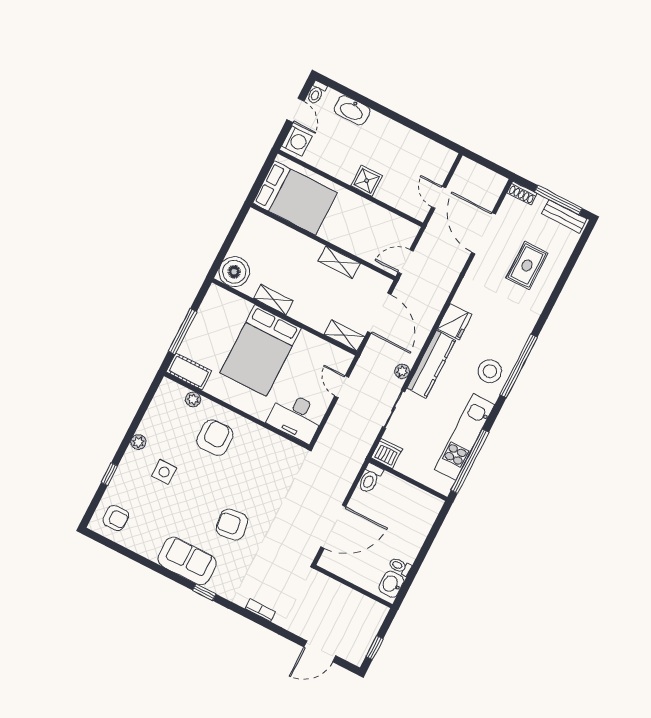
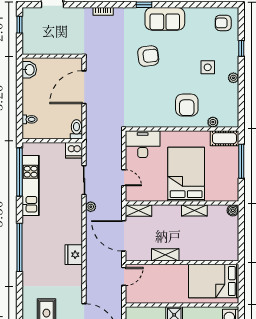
boiler: (234, 272) -> (233, 210), width x0.54, depth x0.54
kitchen counter: (431, 364) -> (75, 221), removed
stool: (490, 371) -> (36, 235), removed
toilet: (400, 566) -> (30, 119), moved

